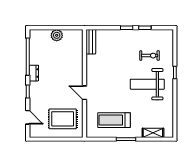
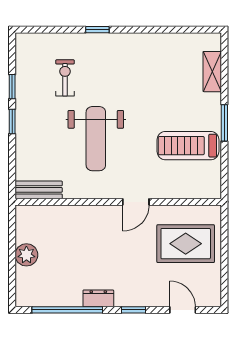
weight bench: (147, 84) -> (96, 139), moved
door: (28, 117) -> (183, 310), hinge flipped
rug: (63, 119) -> (186, 244), turned 90
treadmill: (114, 120) -> (188, 146), turned 90

